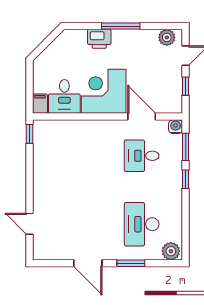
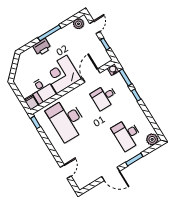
door: (142, 117) -> (91, 75), hinge flipped
desk: (73, 156) -> (67, 120), added
door: (30, 224) -> (66, 172), swing flipped

